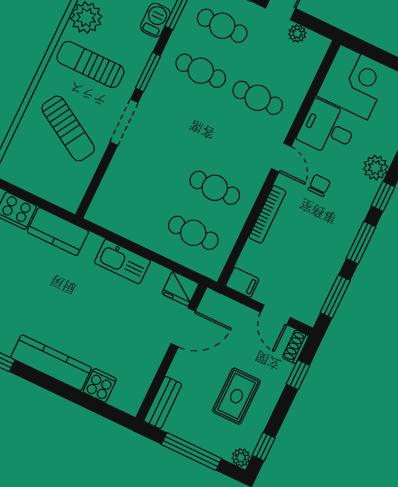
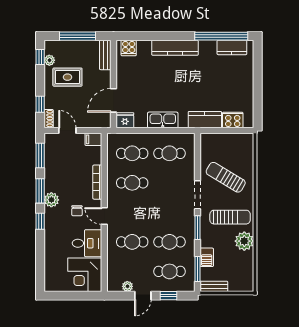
plant: (376, 168) -> (51, 200), moved
cafe table: (136, 206) -> (170, 153), added
cooker: (100, 385) -> (129, 48), moved
rug: (236, 396) -> (67, 77), turned 90
plant: (241, 457) -> (49, 60), moved

